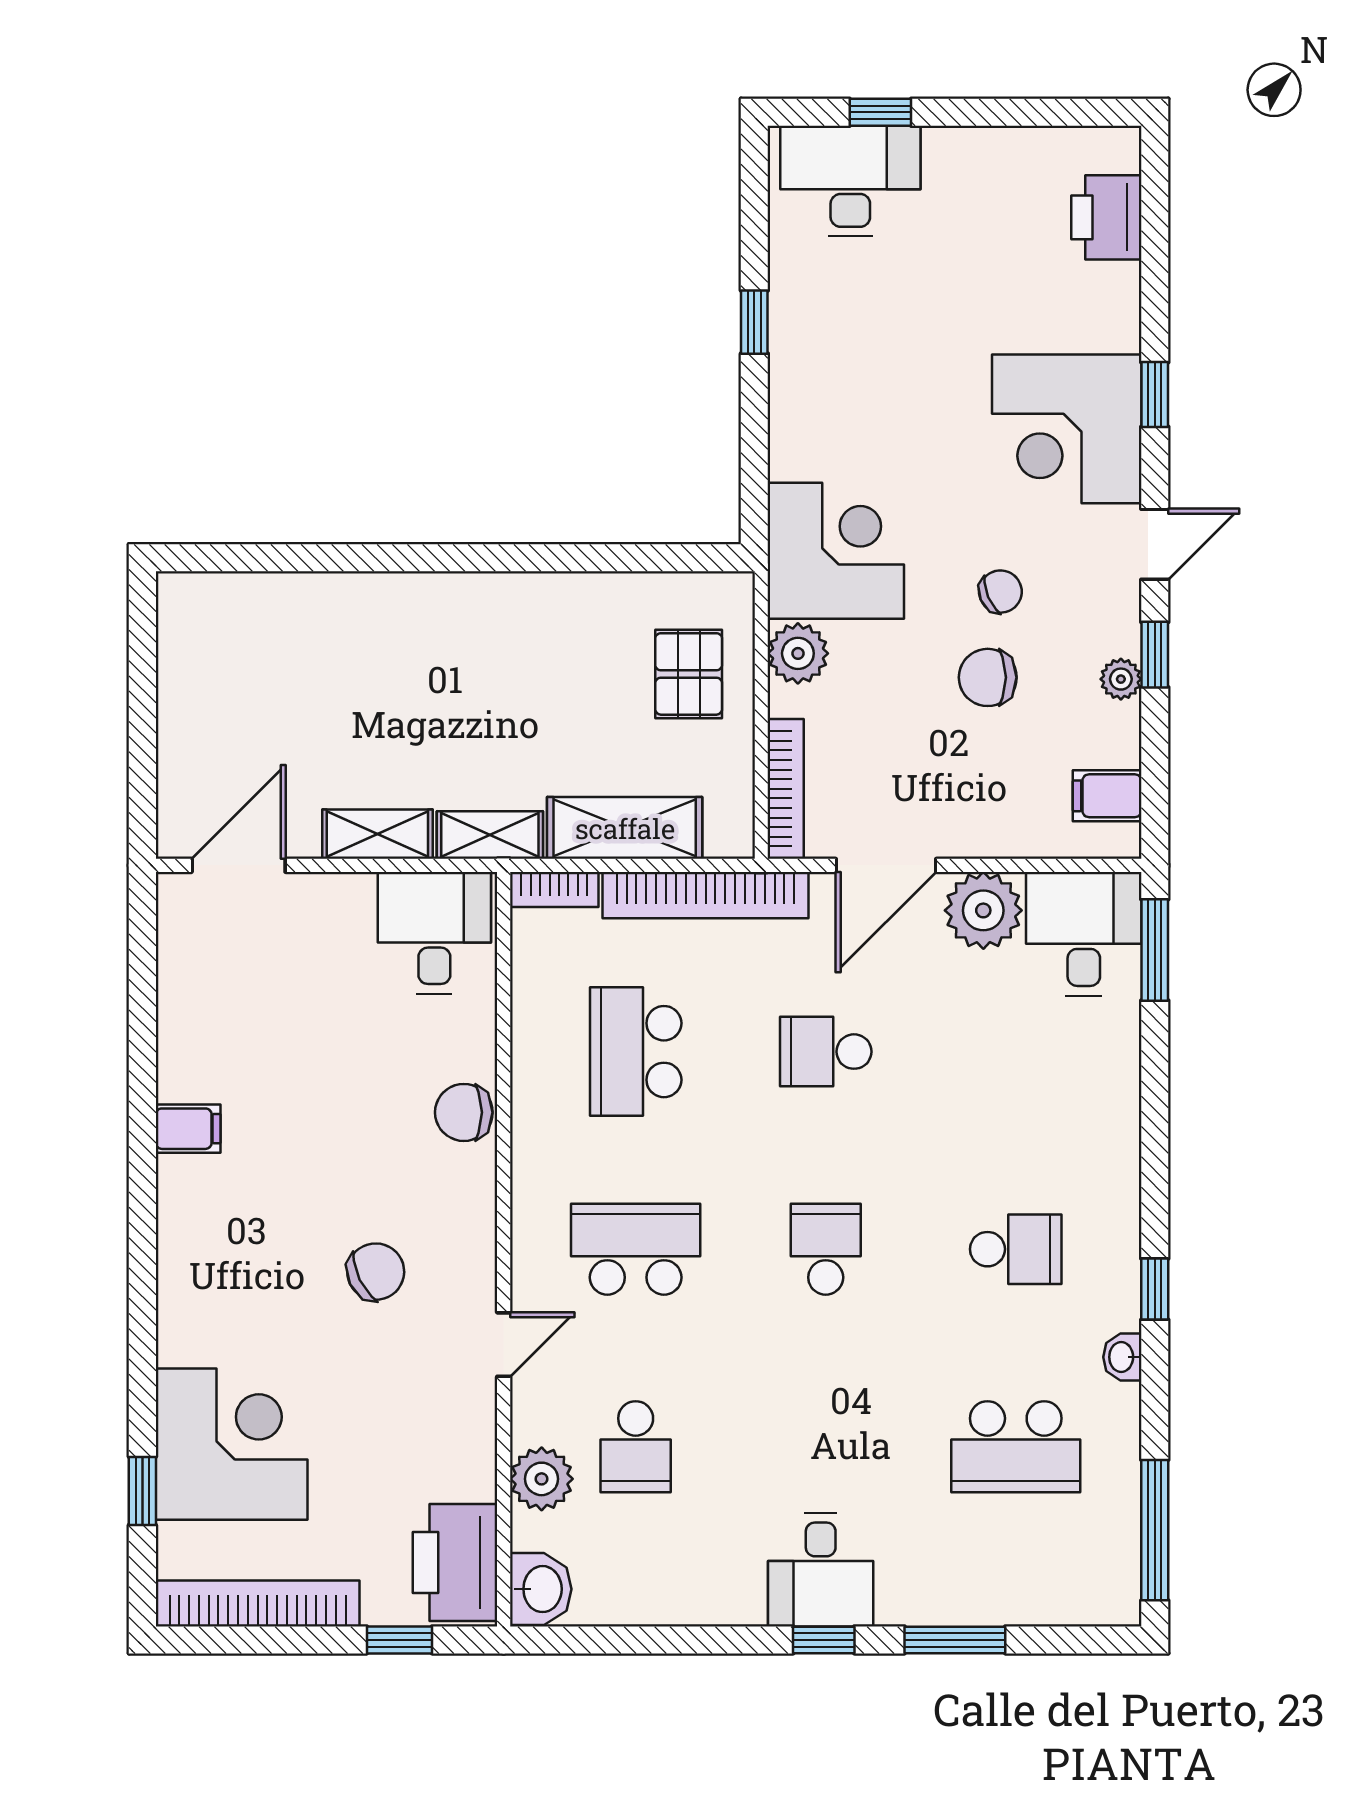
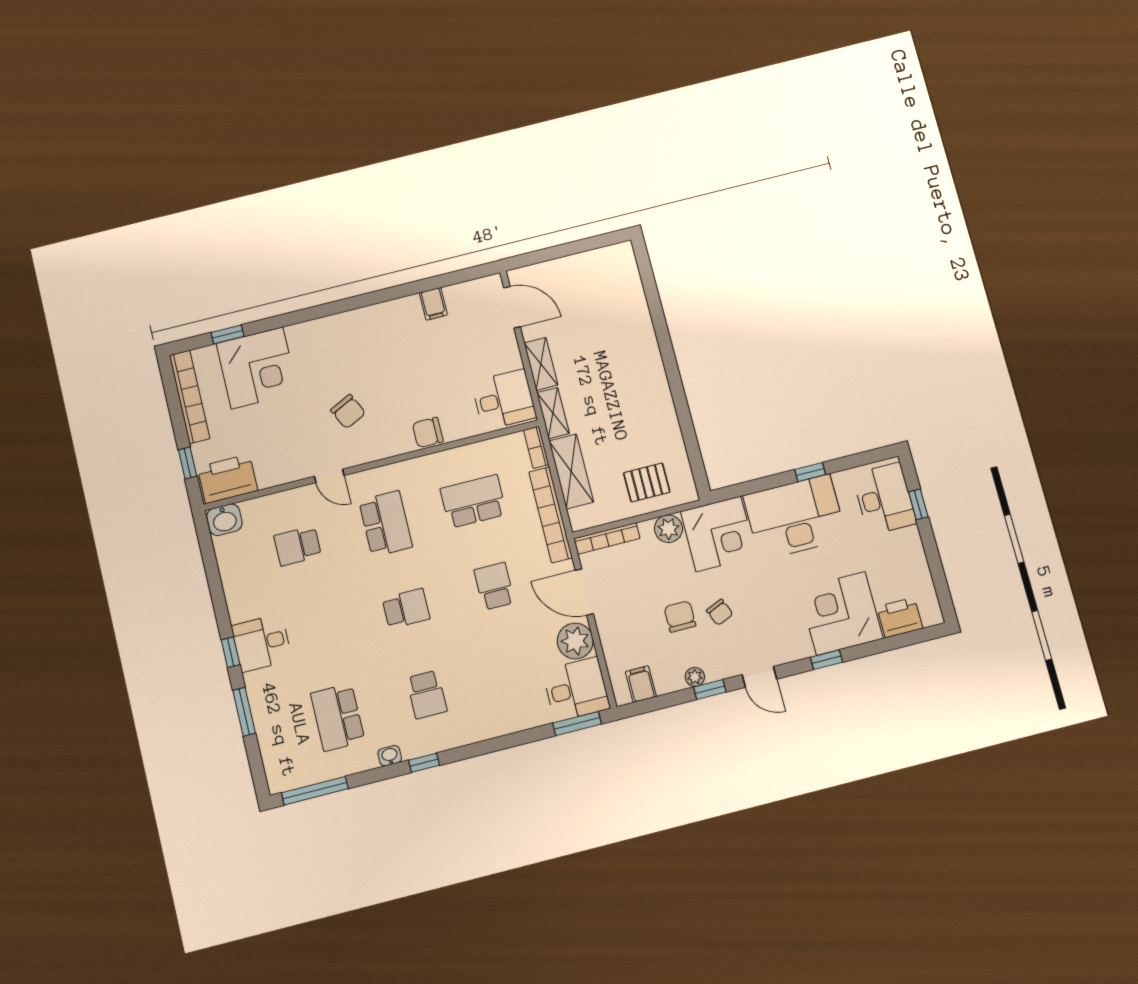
desk: (841, 380) -> (795, 517), added
corner desk: (1067, 429) -> (841, 613), moved
chair: (464, 1112) -> (428, 432), turned -90
filing cabinet: (188, 1129) -> (433, 304), moved
plant: (542, 1479) -> (274, 508), removed

